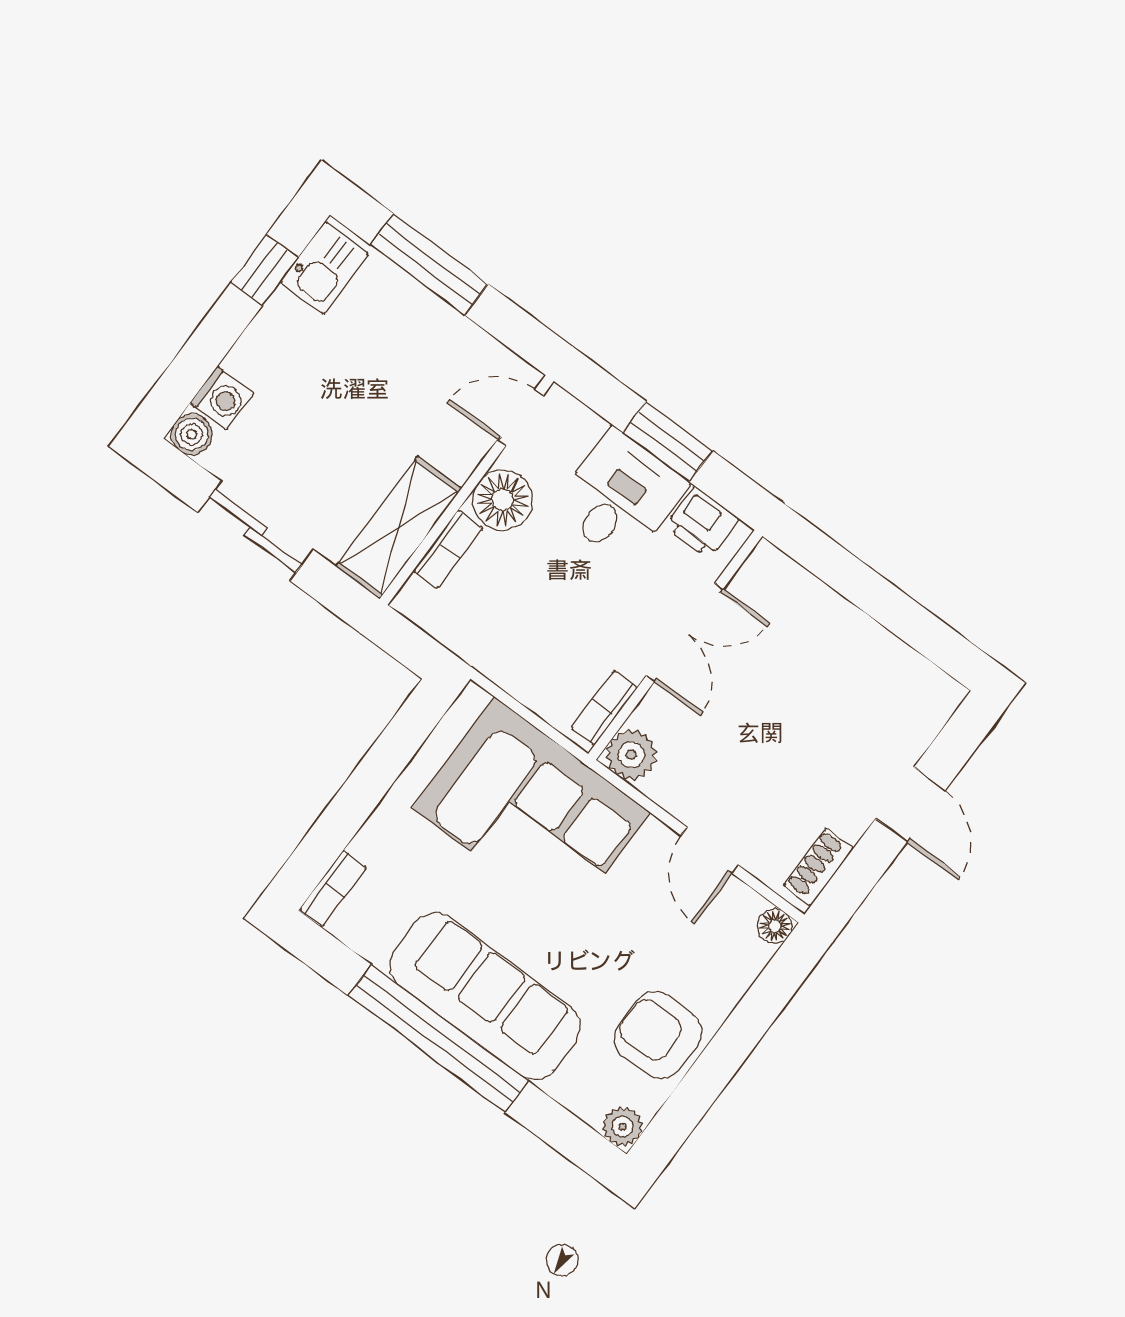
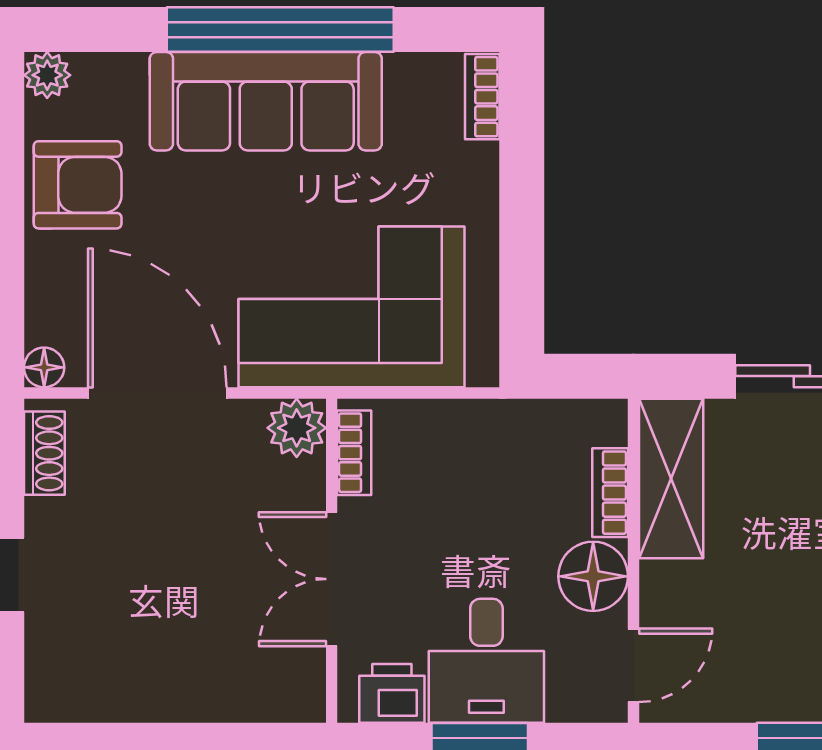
door: (710, 850) -> (157, 393), width x1.87

